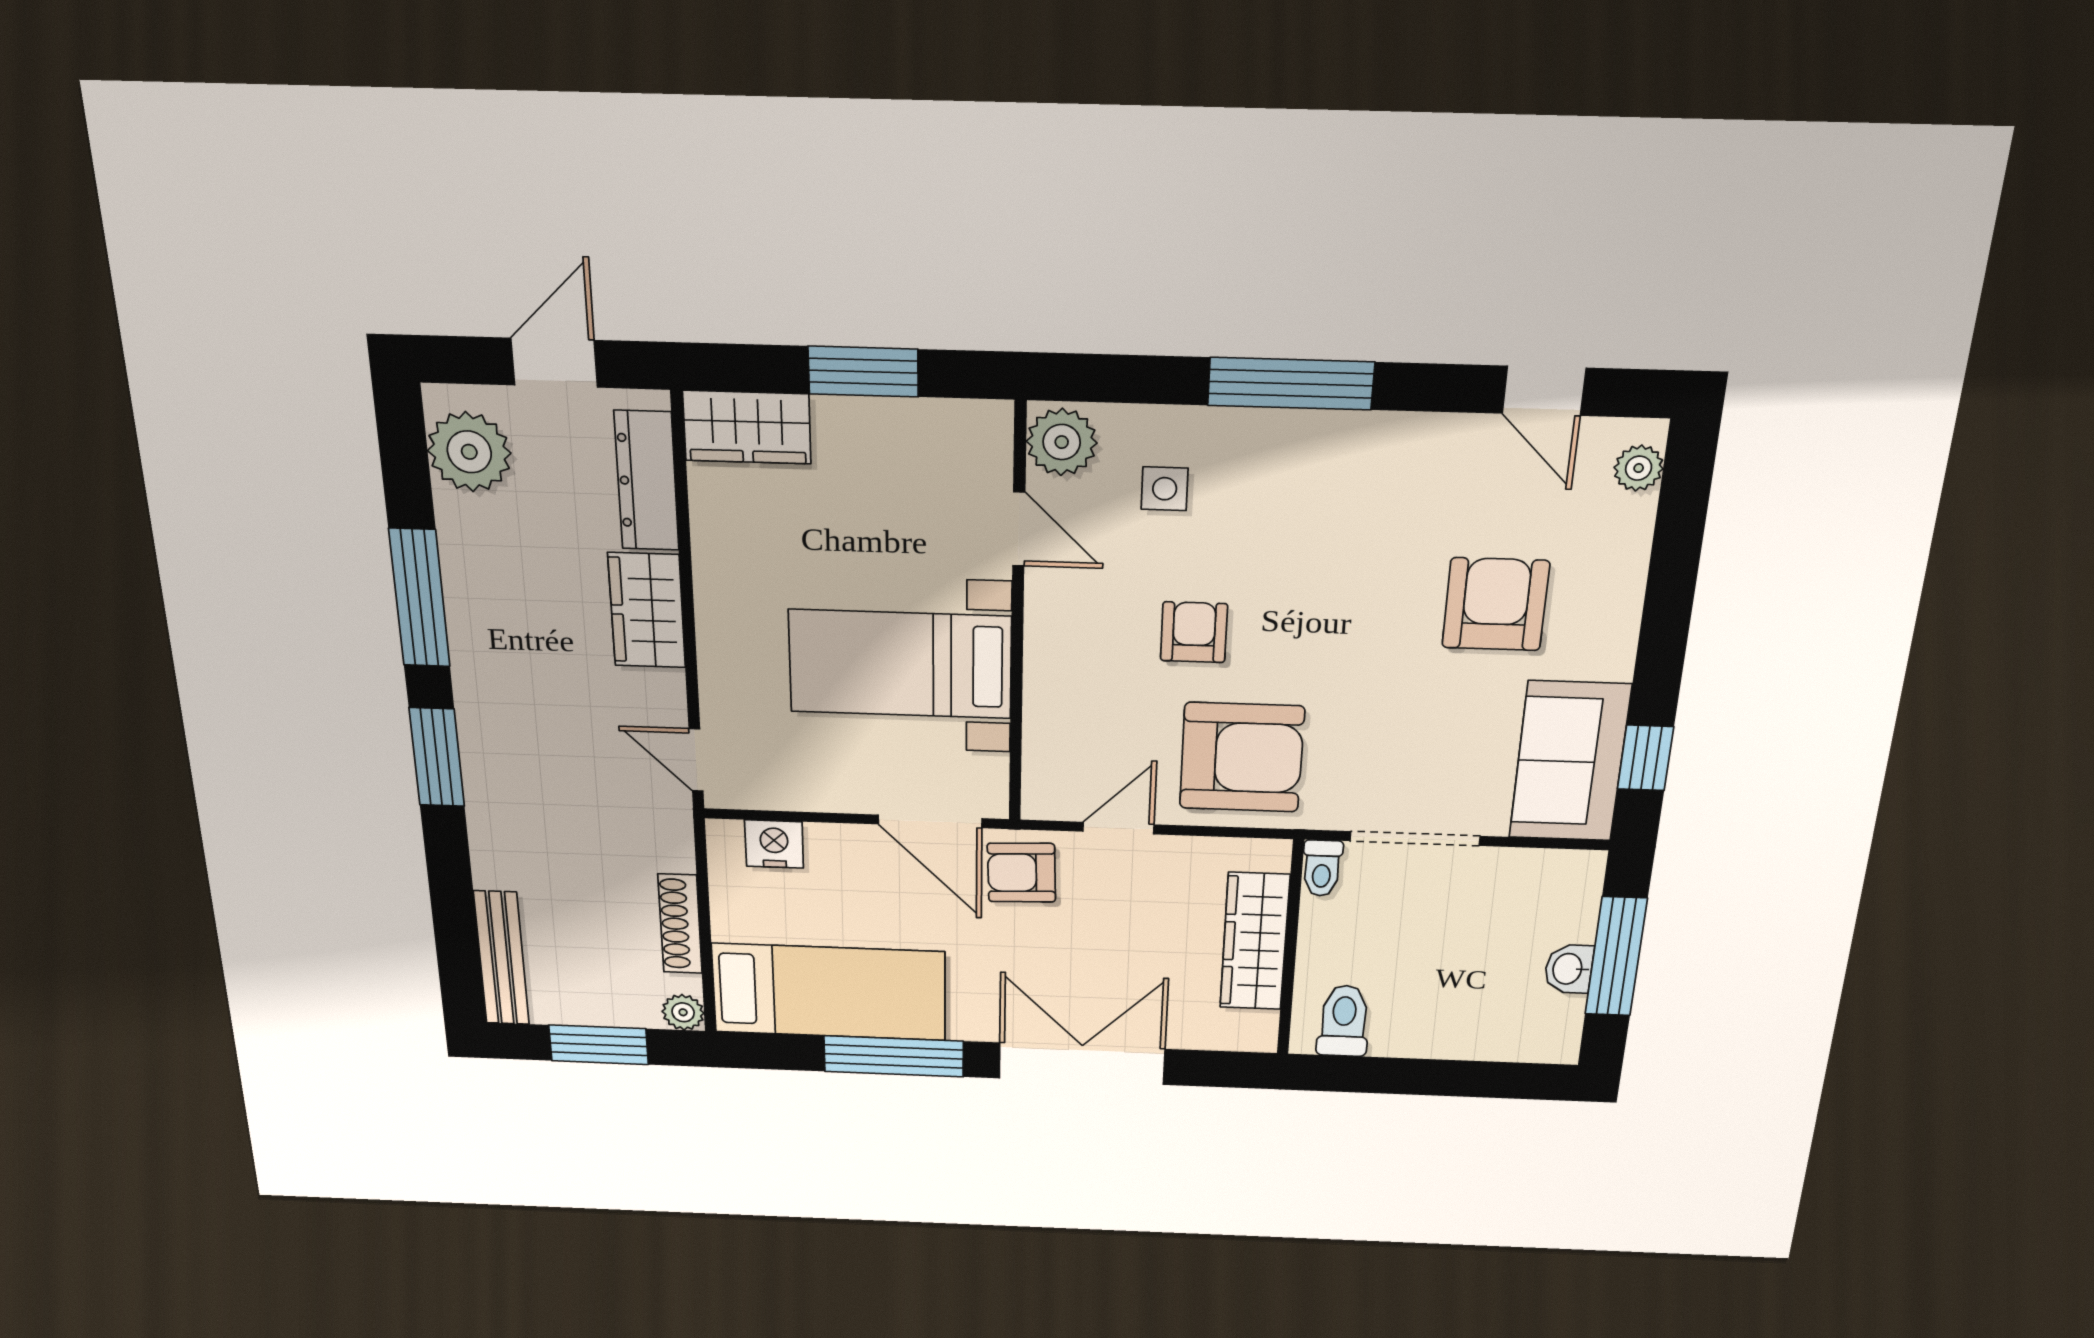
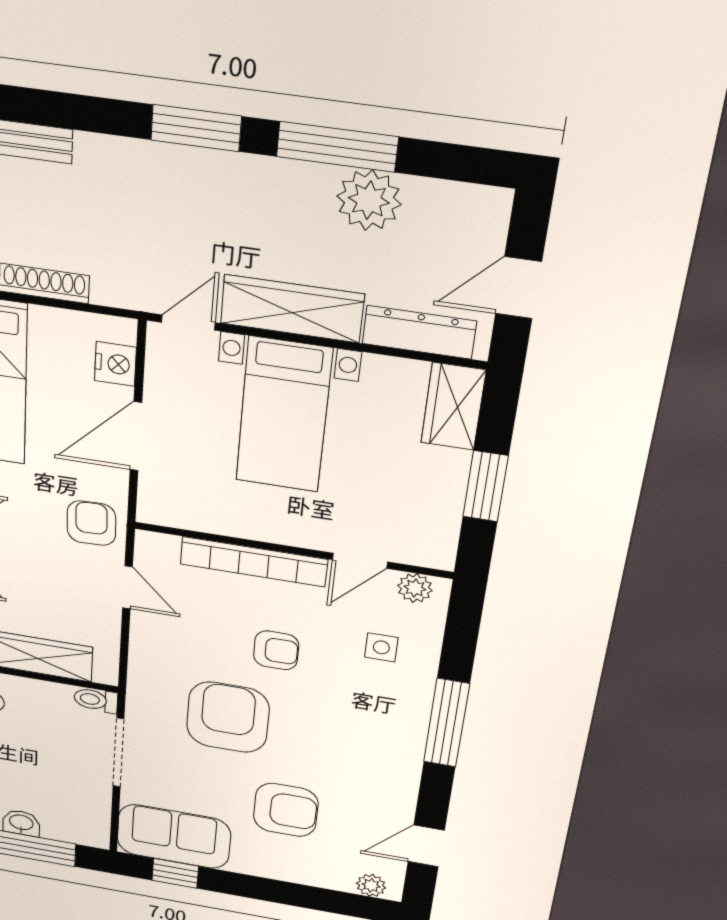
door: (554, 363) -> (518, 288), swing flipped
plant: (1062, 442) -> (415, 588), width x0.73, depth x0.73
plant: (469, 452) -> (369, 200), moved
wardrobe: (647, 610) -> (292, 309), width x1.50
bed with nightstands: (900, 664) -> (284, 415), moved, turned 180
bookcase: (1046, 668) -> (254, 562), added
armchair: (1242, 757) -> (228, 717), moved, turned 180
door: (930, 821) -> (136, 436), moved

